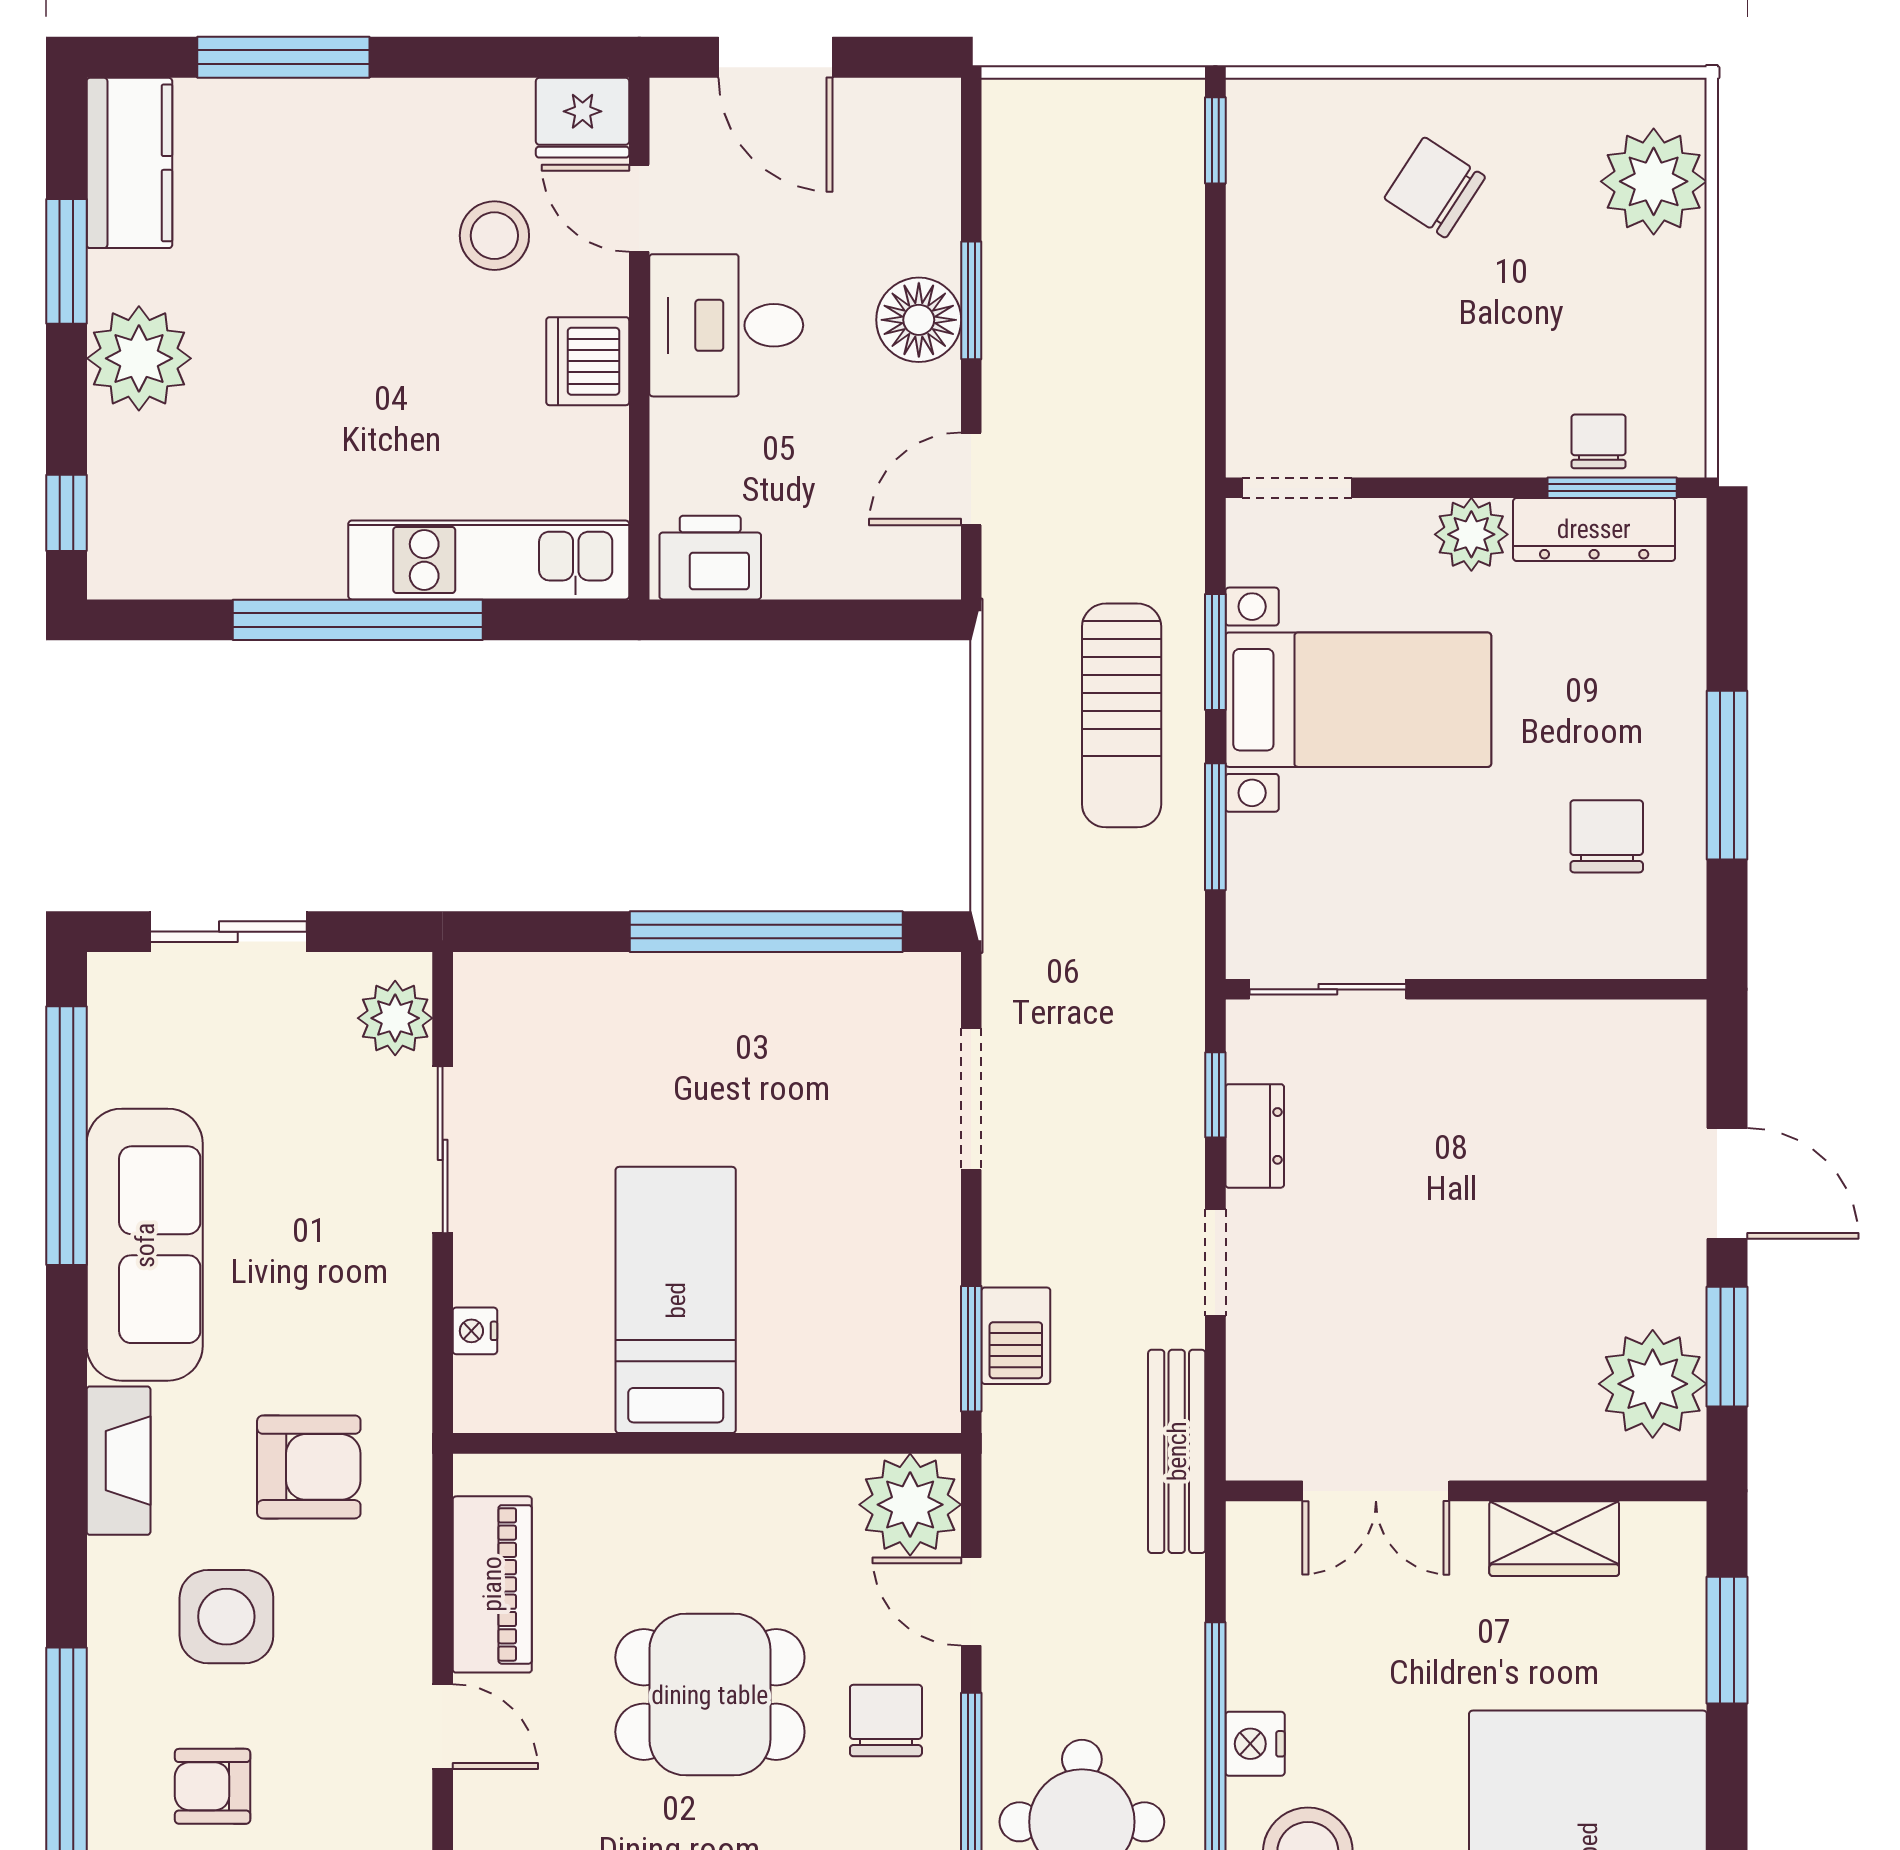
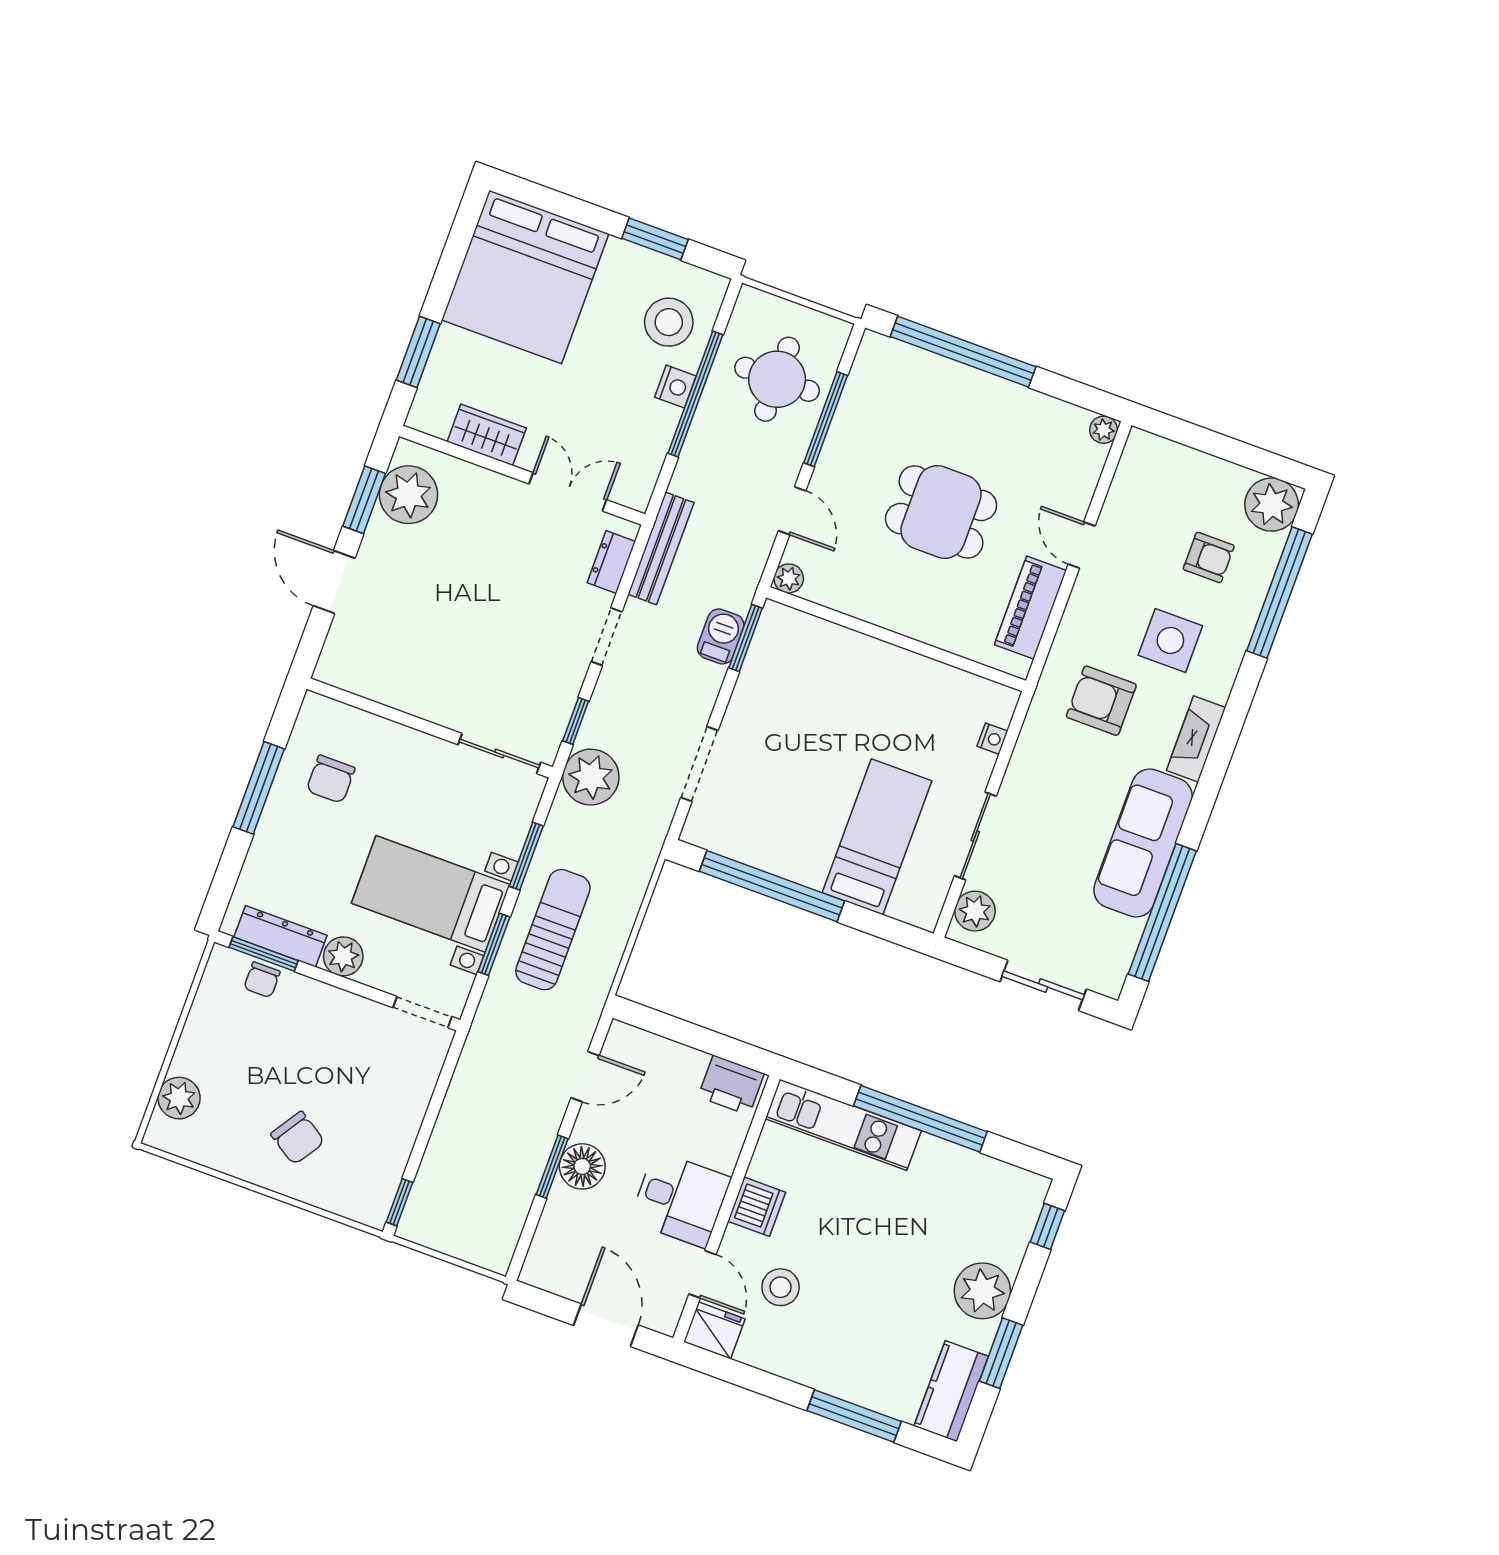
plant: (1654, 181) -> (179, 1098), width x0.73, depth x0.73
plant: (1153, 1007) -> (591, 777), added
dresser: (1255, 1136) -> (611, 562), moved
bed: (676, 1300) -> (877, 837), moved, turned 180
plant: (910, 1505) -> (789, 578), width x0.53, depth x0.53
chair: (886, 1720) -> (857, 466), removed

